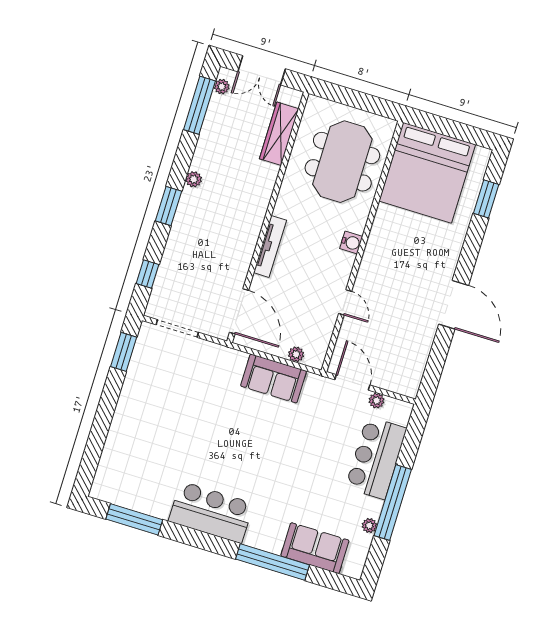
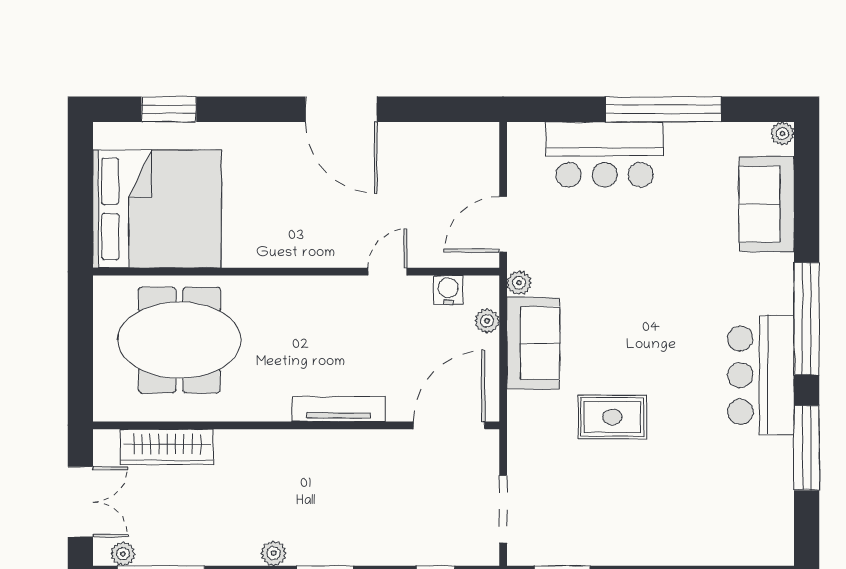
water cooler: (351, 243) -> (448, 290), moved
door: (454, 305) -> (341, 109), swing flipped
plant: (377, 401) -> (519, 283), moved
rug: (213, 413) -> (612, 417), added
window: (134, 519) -> (807, 448), moved
plant: (369, 526) -> (782, 133), moved
window: (272, 562) -> (807, 319), moved

